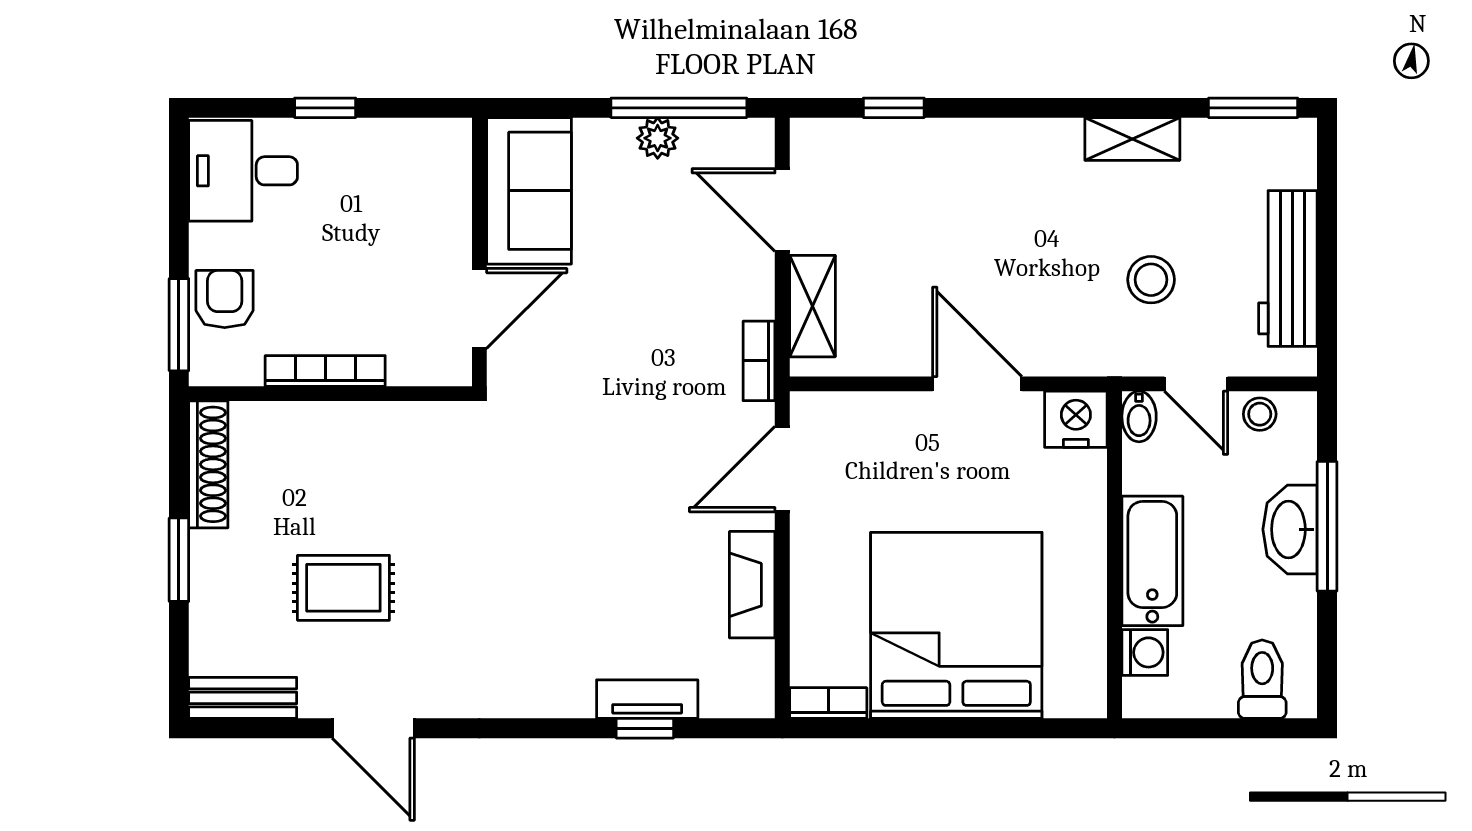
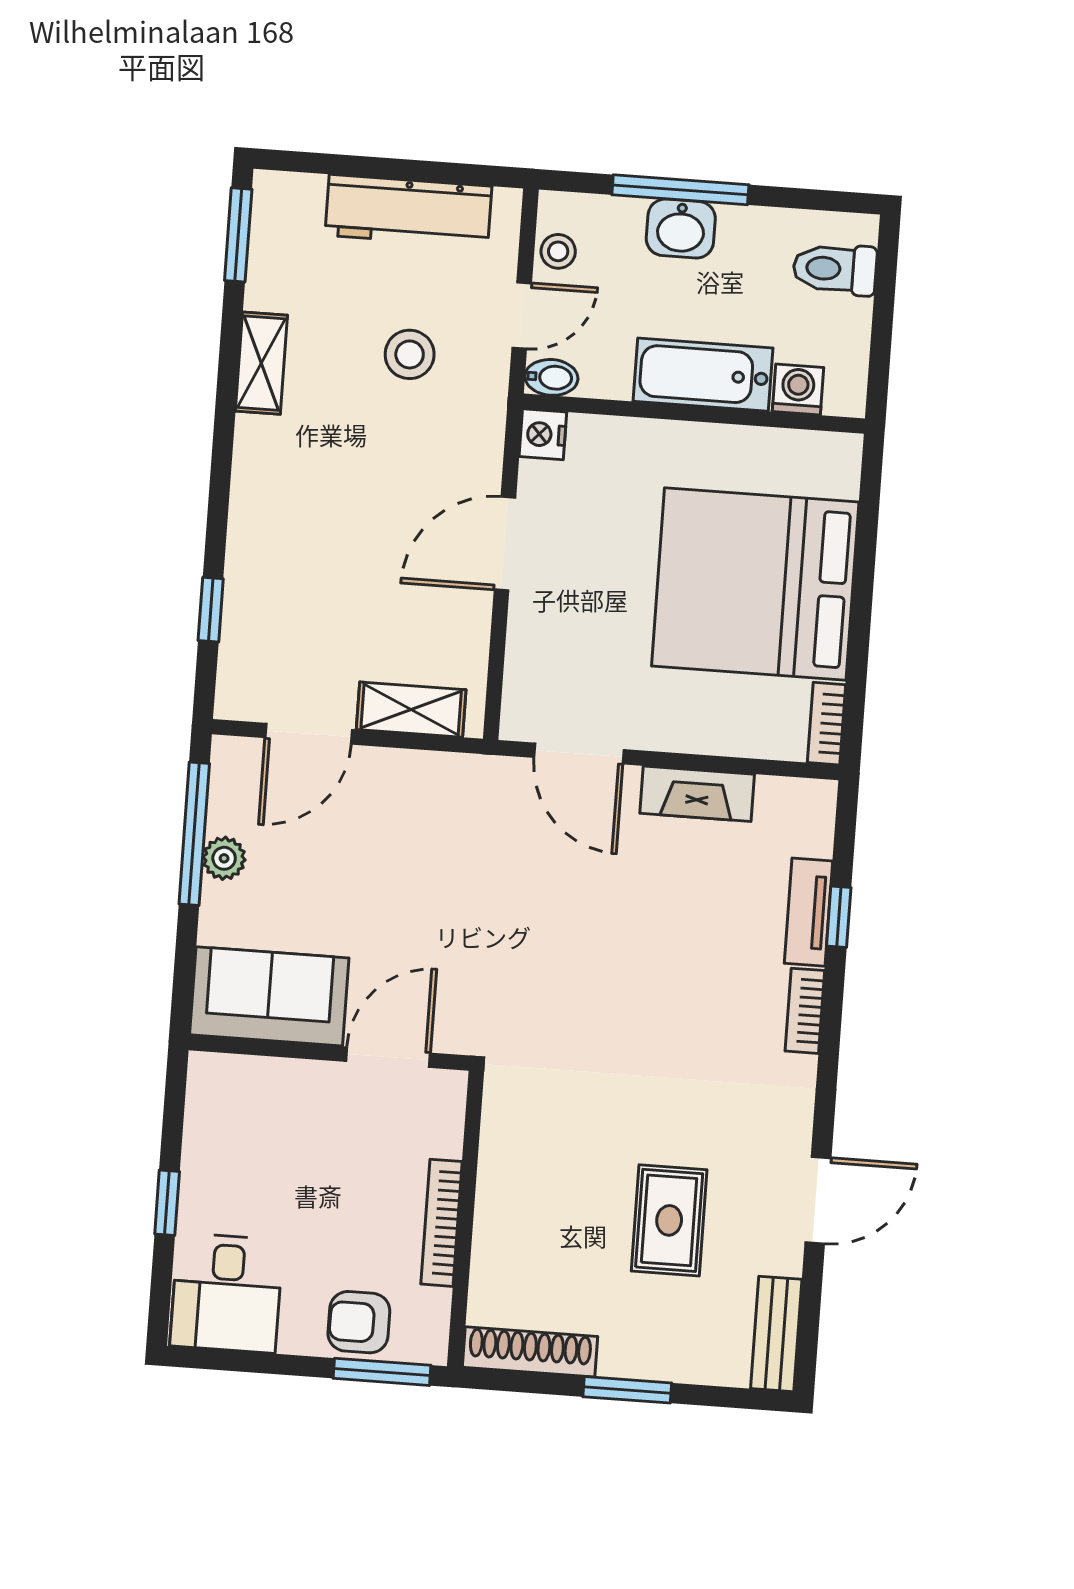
door: (479, 308) -> (388, 1057), hinge flipped
bookcase: (759, 361) -> (805, 1011), moved, turned 90
nightstand: (1076, 419) -> (543, 434), width x0.74, depth x0.75
washbasin: (1290, 529) -> (681, 229), width x0.72

